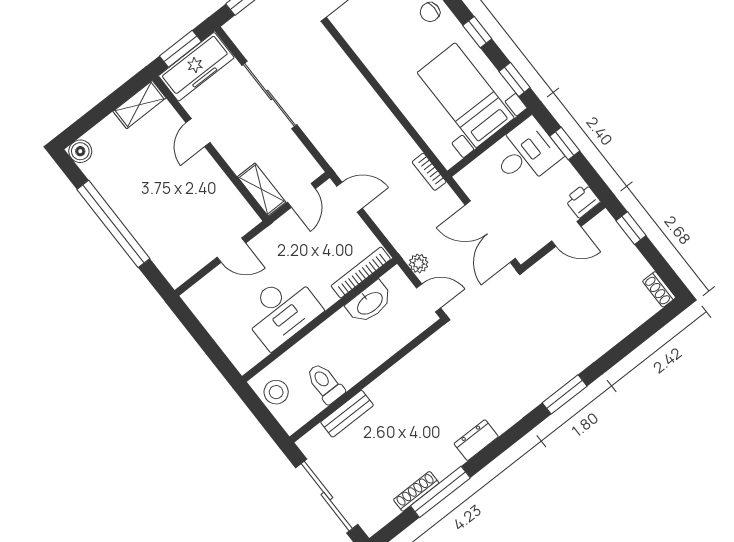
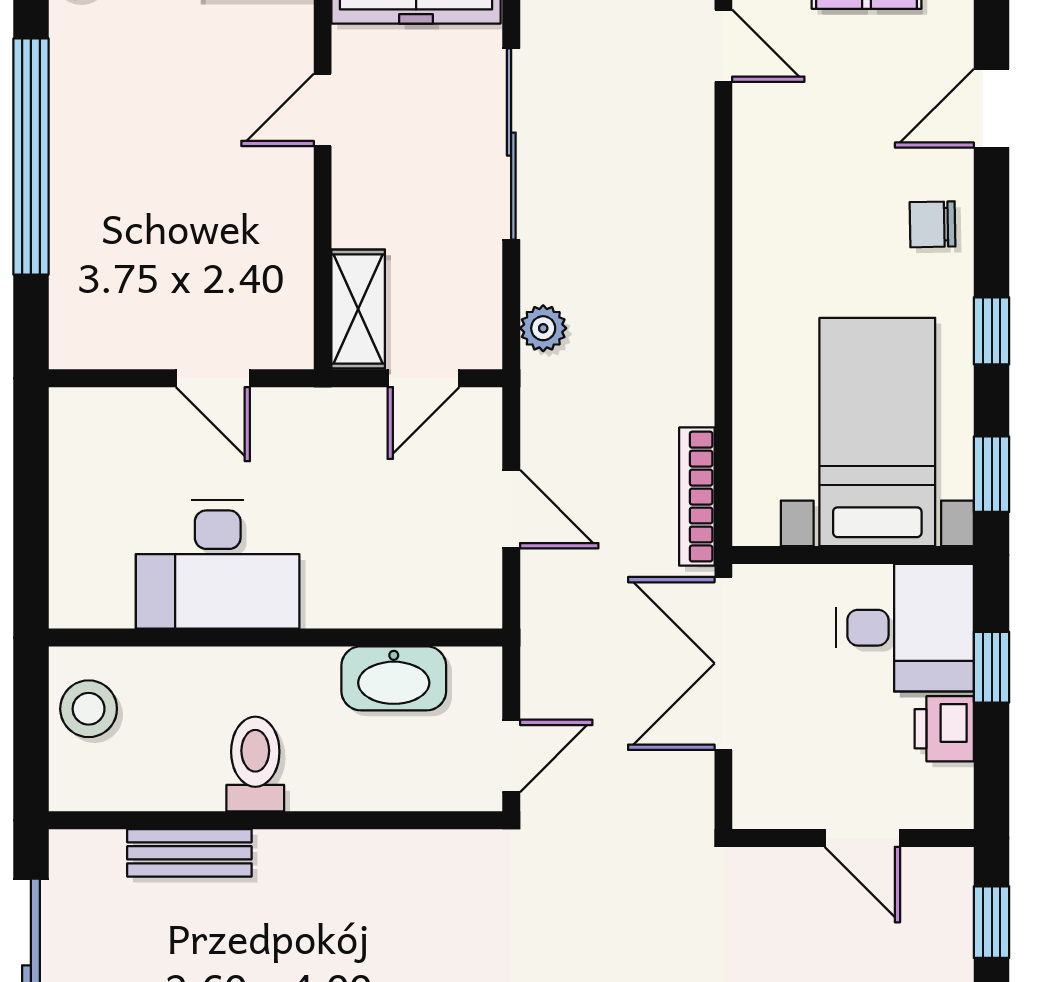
bookcase: (429, 172) -> (697, 497), width x1.56
door: (350, 197) -> (511, 509), moved
printer: (582, 200) -> (944, 729), moved, turned -90
double door: (490, 232) -> (723, 663), moved
plant: (419, 263) -> (543, 328), moved
bookcase: (361, 272) -> (422, 609), removed
door: (429, 298) -> (511, 756), hinge flipped
toilet: (325, 383) -> (255, 764), moved

